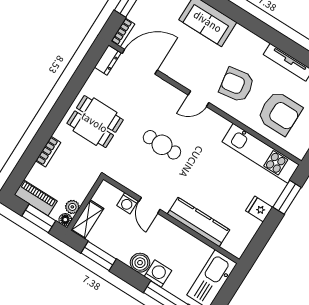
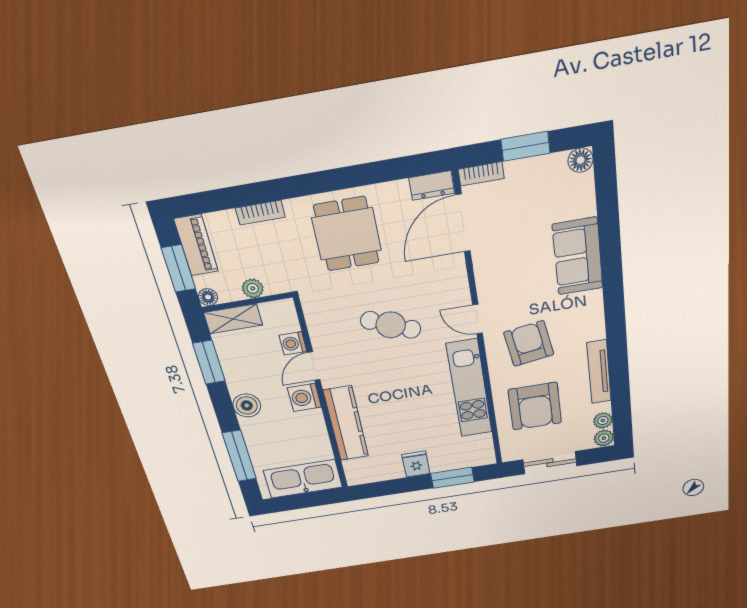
door: (140, 62) -> (463, 223), swing flipped
cafe table: (162, 145) -> (391, 325), turned -66
kitchen unit: (261, 153) -> (469, 389), moved
plant: (72, 207) -> (253, 288), moved
washing machine: (158, 273) -> (304, 397), moved, turned 180

